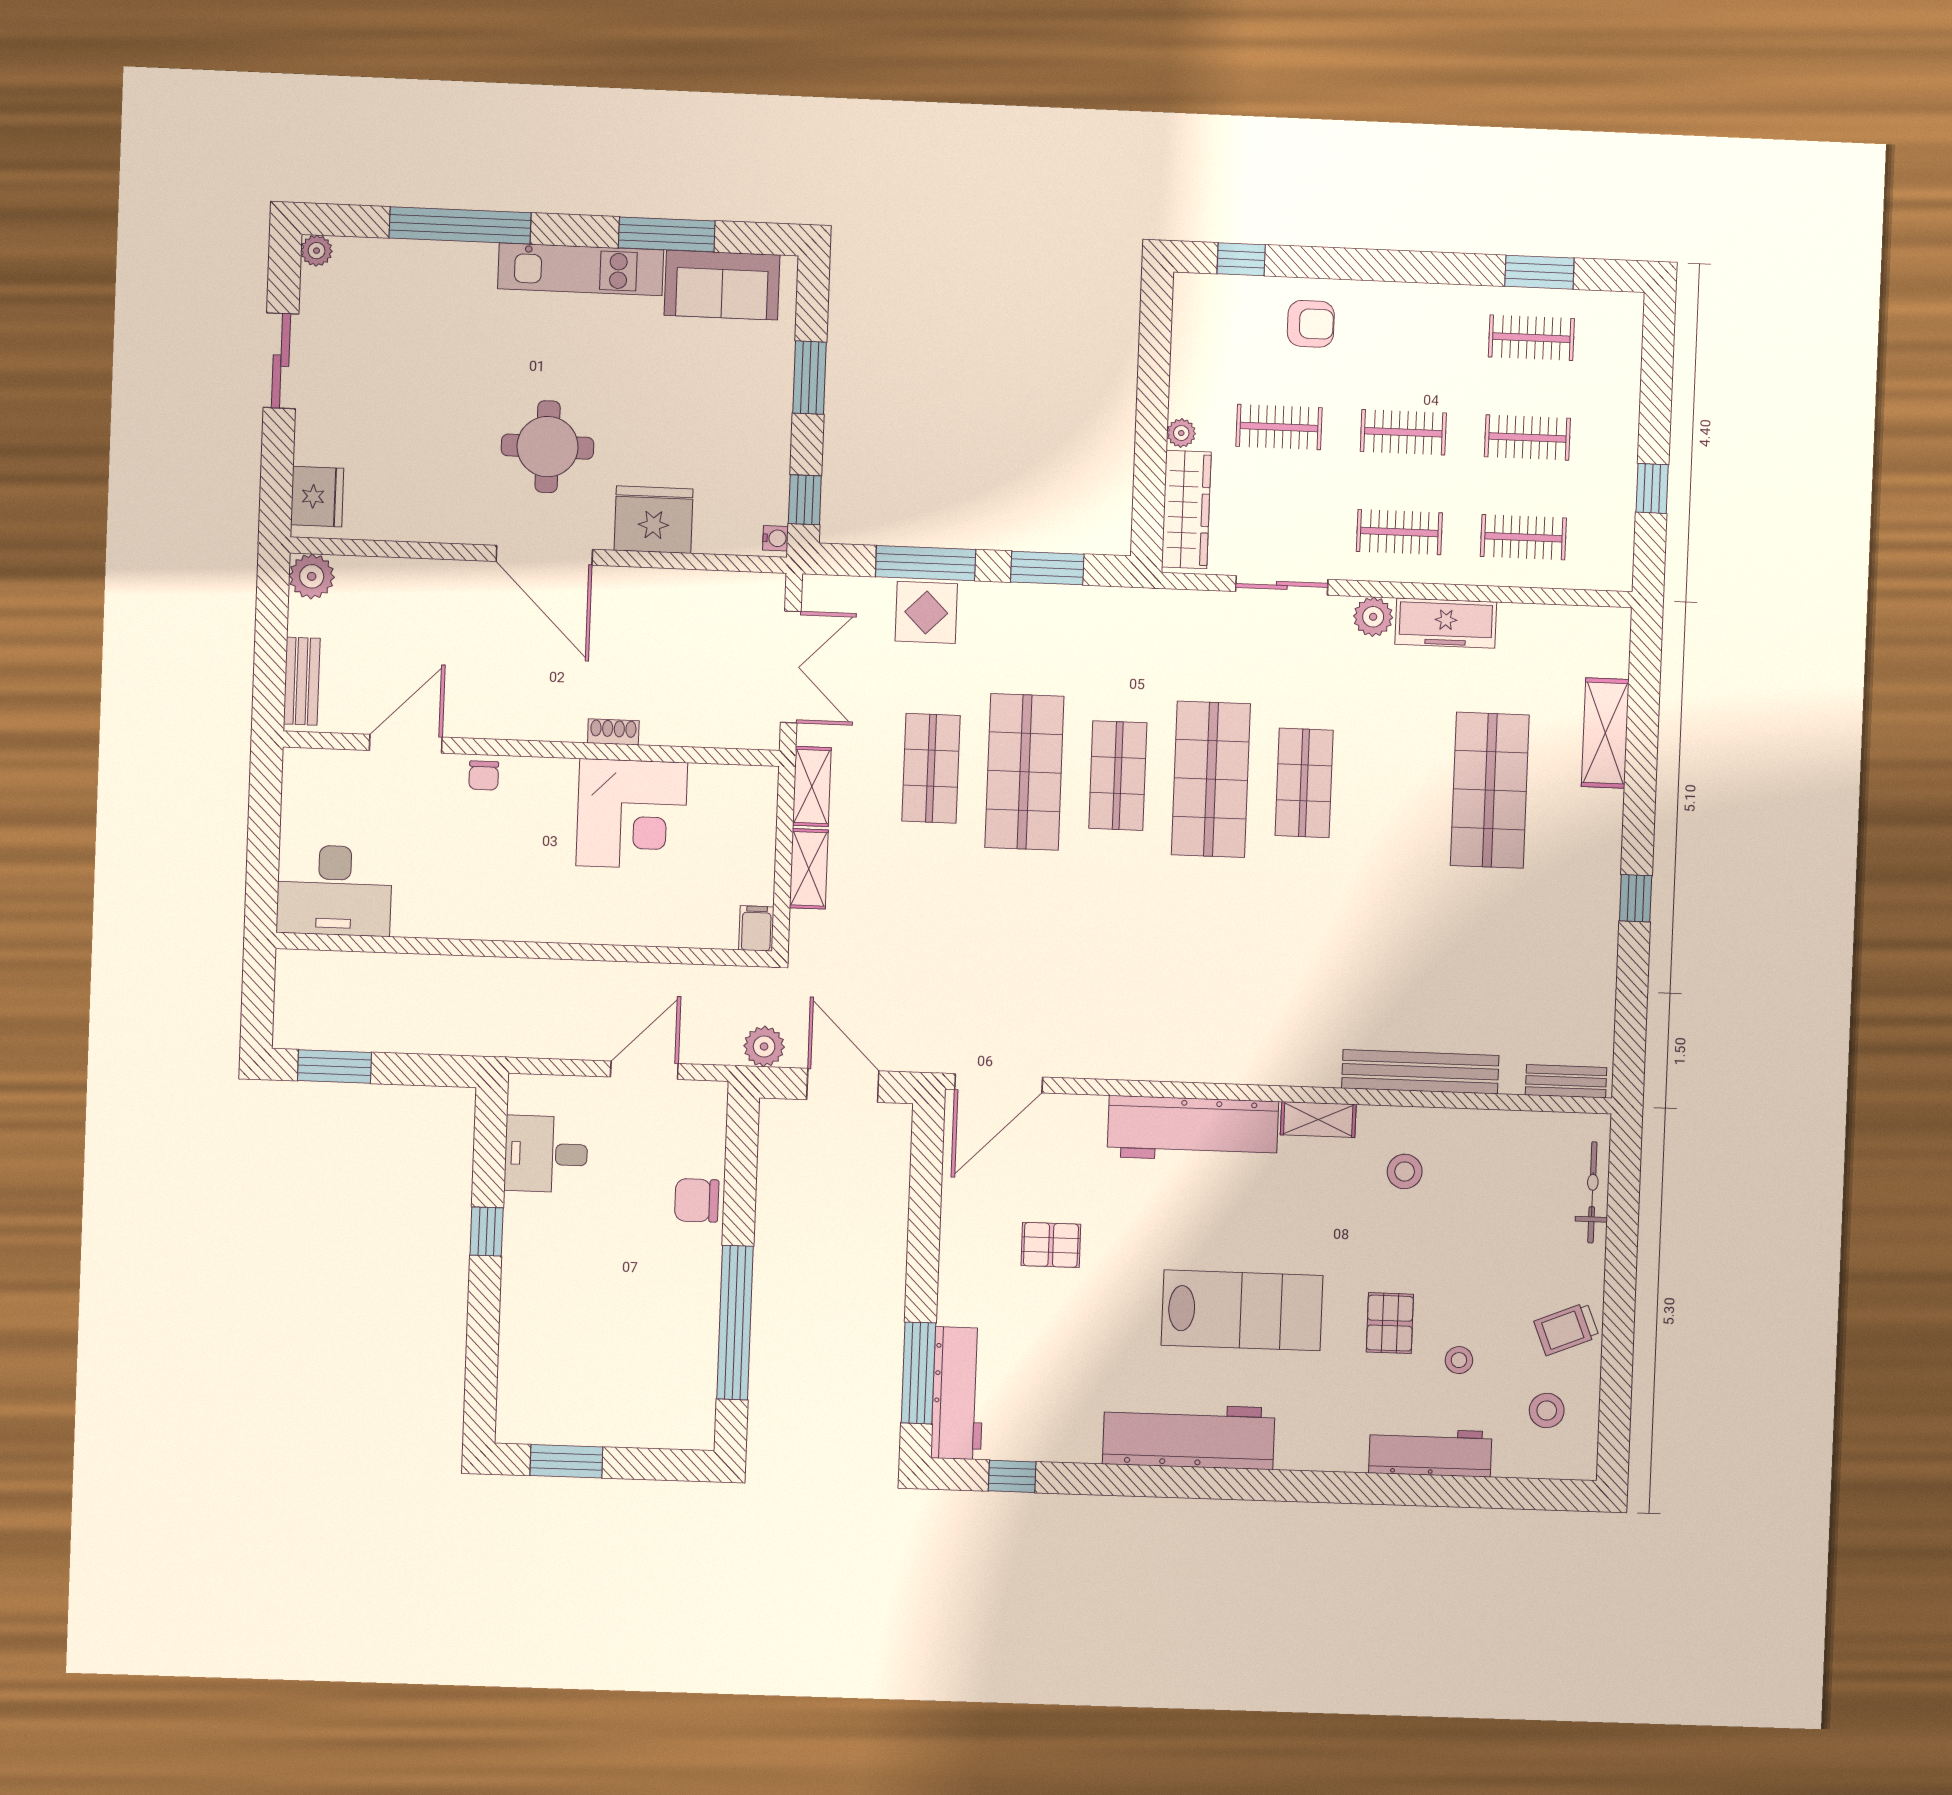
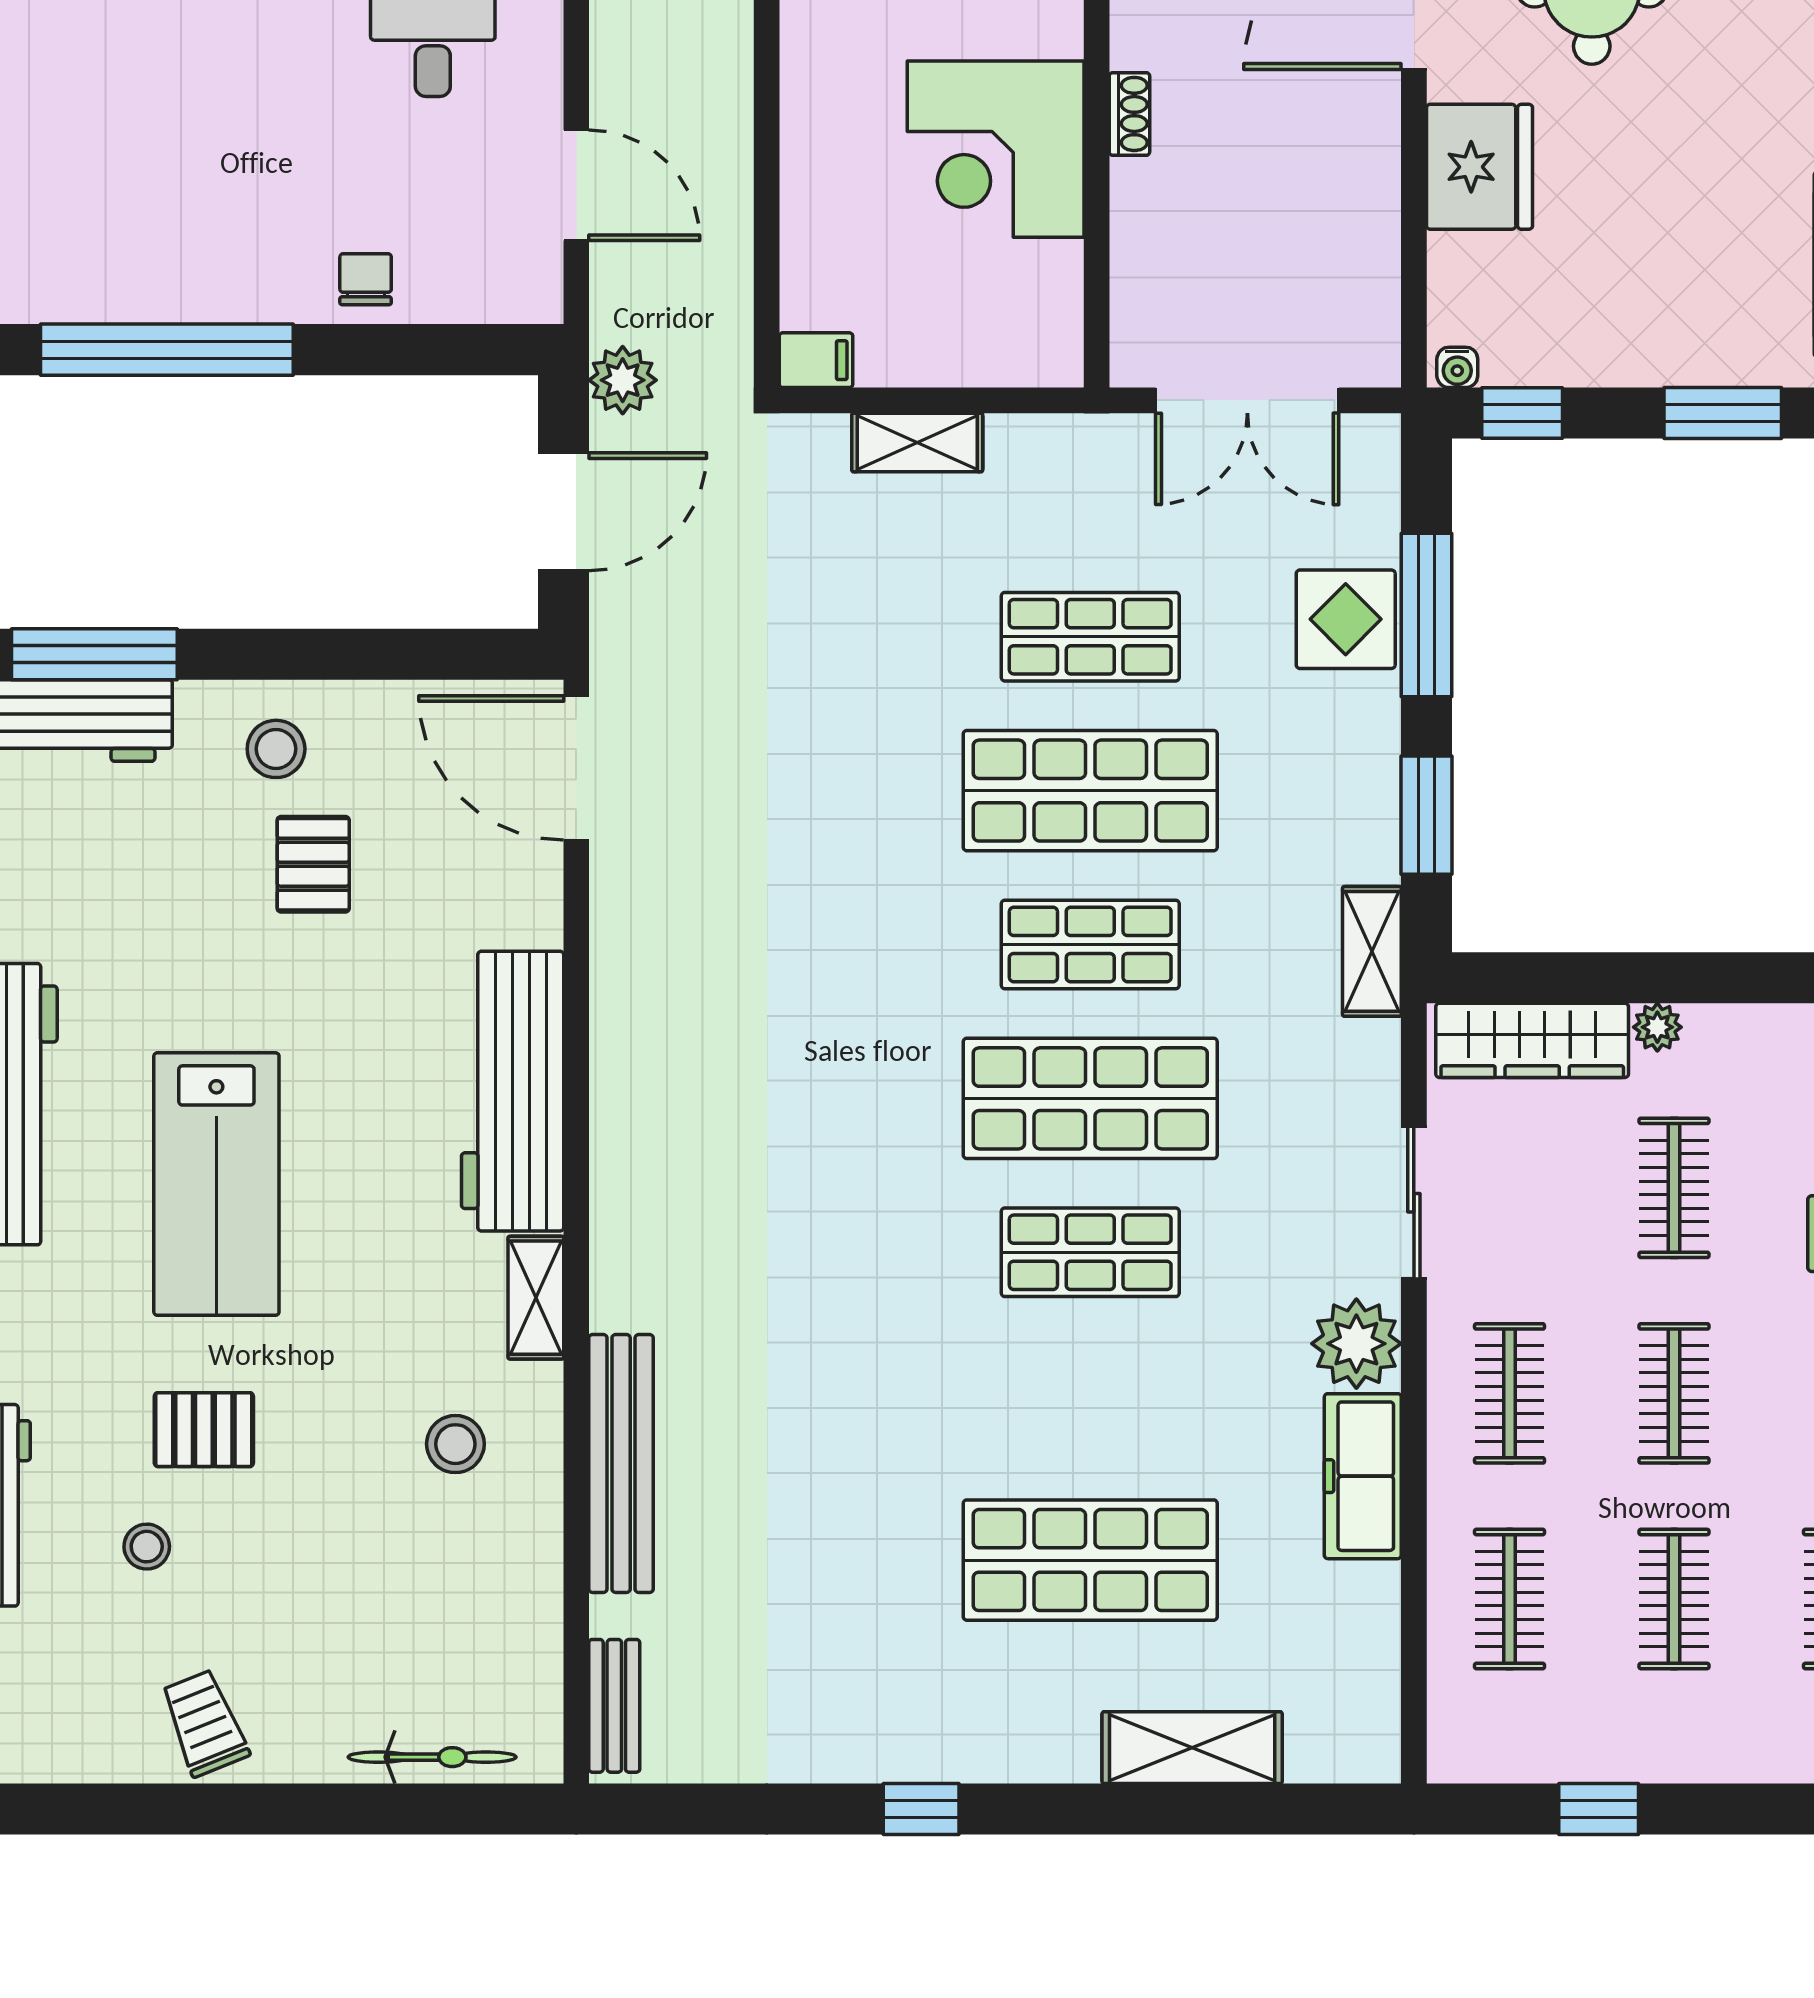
plant: (1373, 617) -> (1356, 1344), width x1.36, depth x1.36
shelving: (812, 786) -> (1372, 951), moved, turned 90
chair: (697, 1200) -> (366, 279), width x0.73, depth x0.73
stool: (1547, 1411) -> (276, 749), moved

